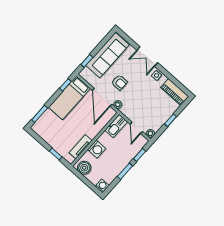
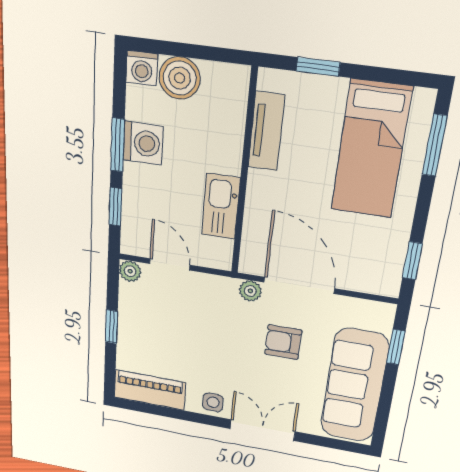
bed: (69, 98) -> (371, 150), moved, turned 180
kitchen sink: (116, 126) -> (221, 206), moved
washing machine: (97, 149) -> (143, 143), moved, turned 180
boiler: (84, 168) -> (180, 78), moved

